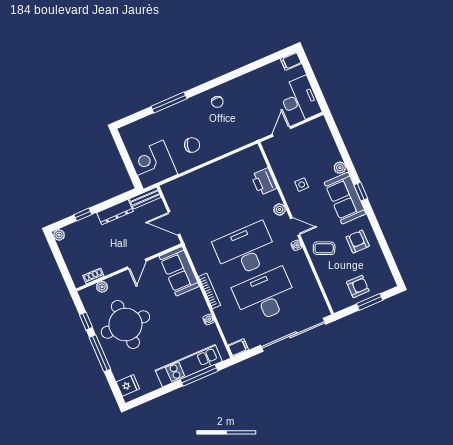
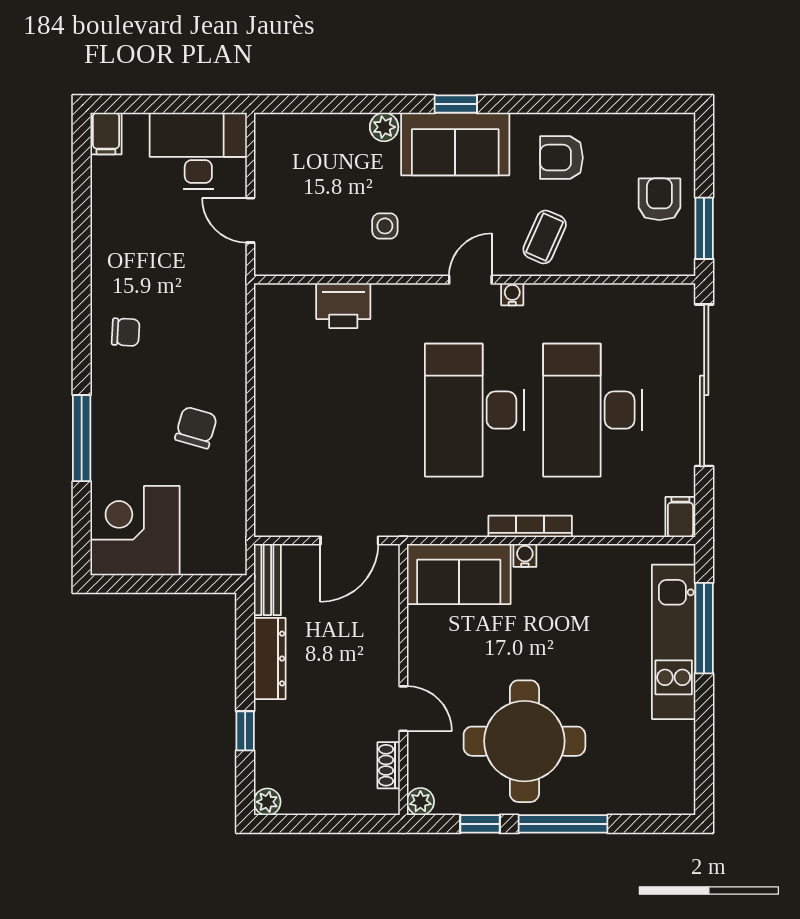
corner desk: (153, 165) -> (135, 531), moved, turned 90
plant: (280, 209) -> (418, 298), removed
door: (137, 264) -> (403, 709), moved
plant: (102, 287) -> (420, 802), moved
window: (370, 302) -> (704, 228), moved
water cooler: (208, 319) -> (525, 555), moved
fridge: (128, 385) -> (659, 793), removed

